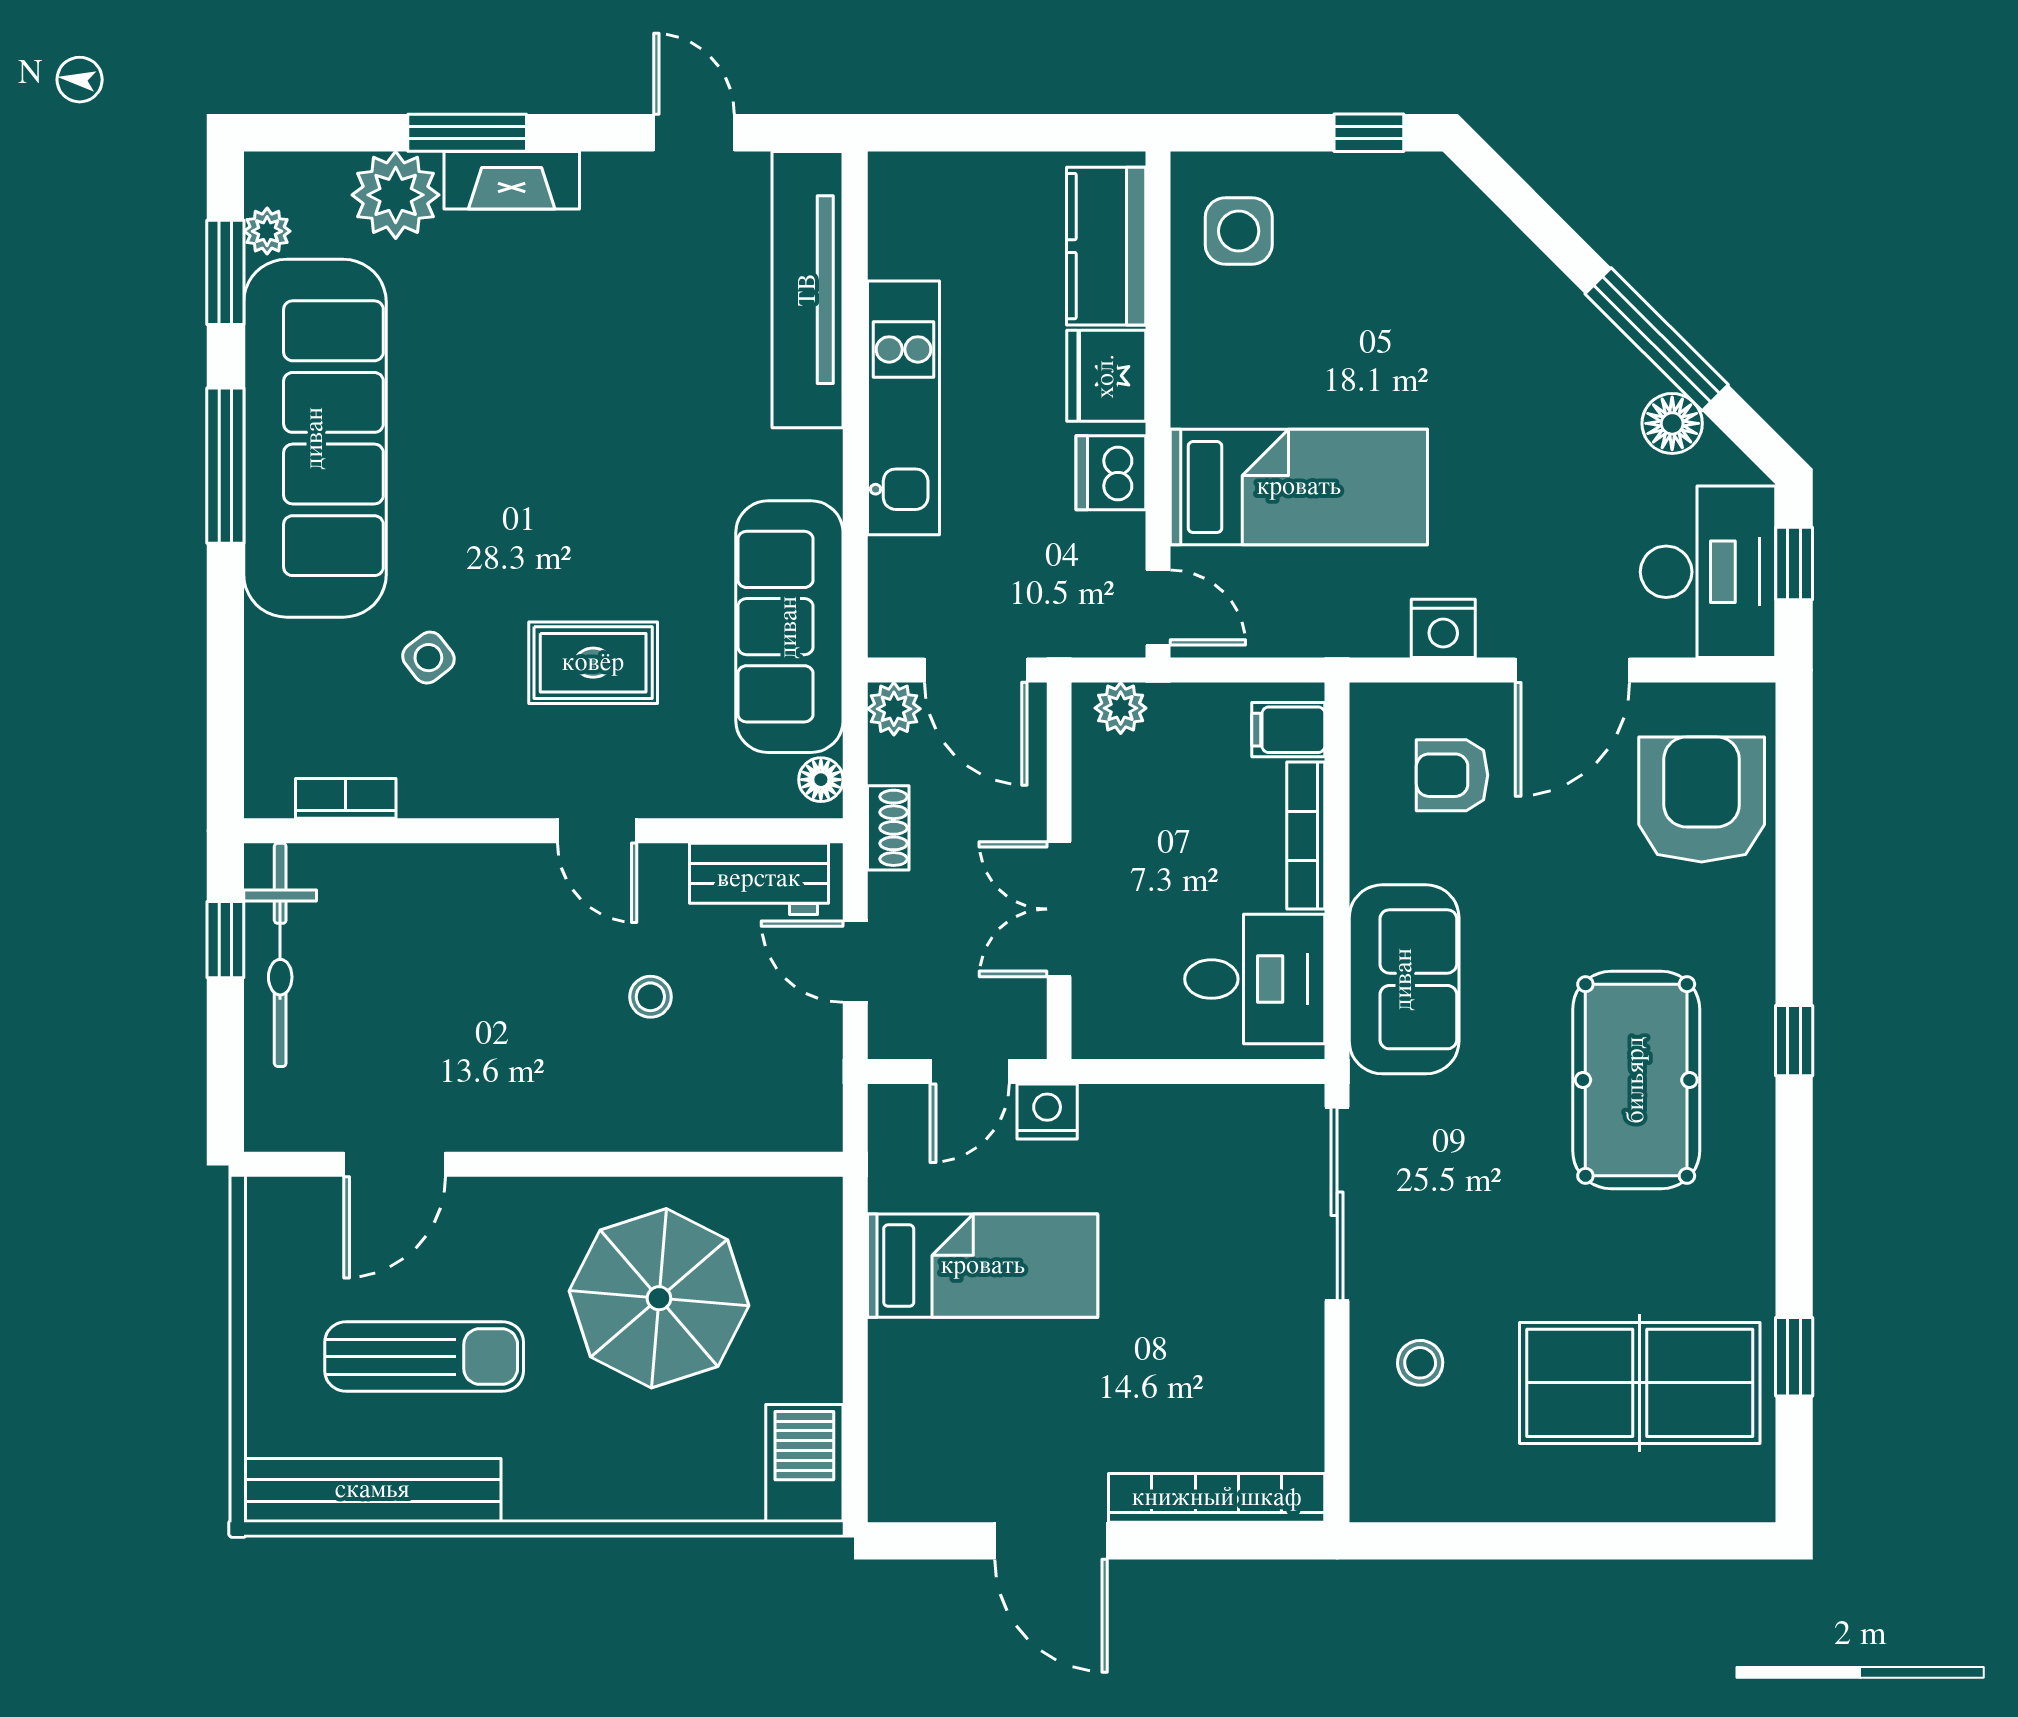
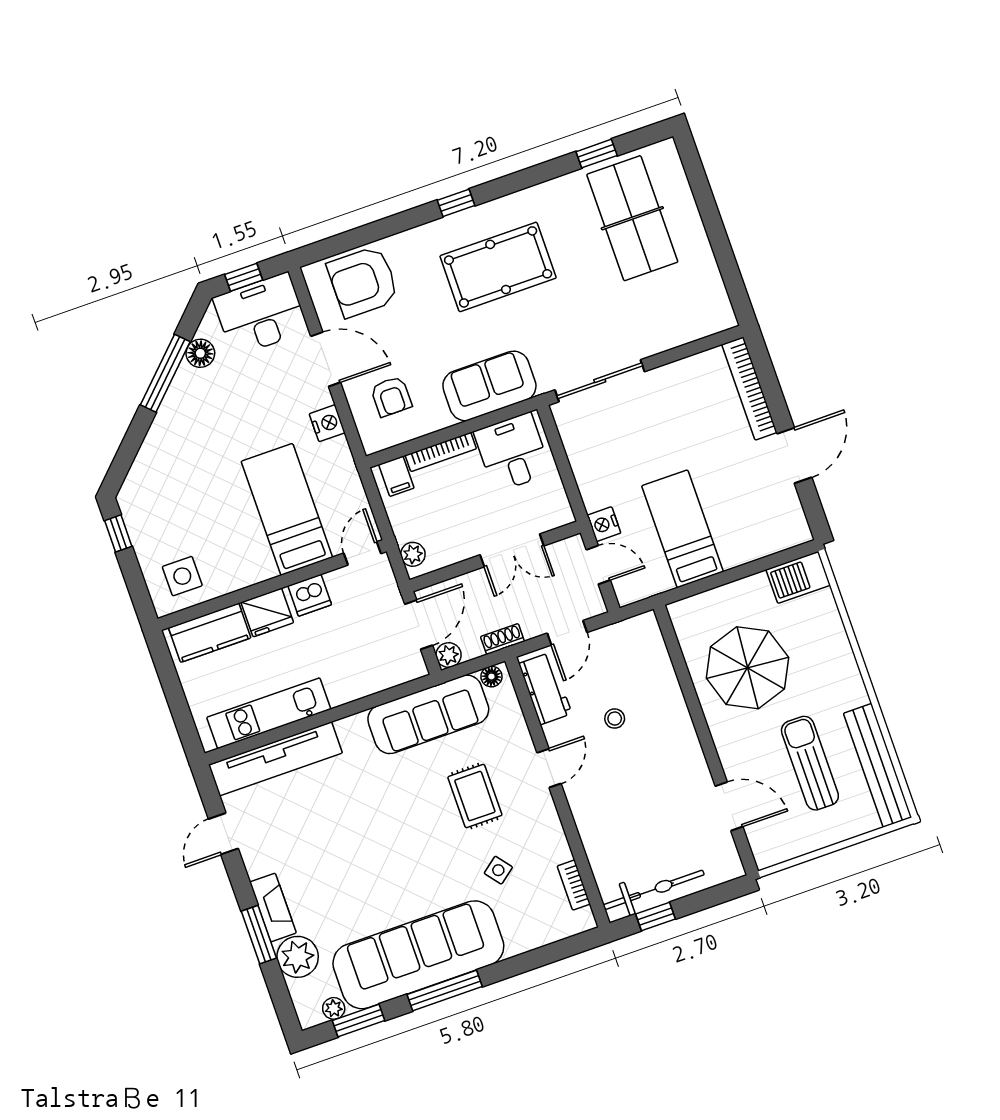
kitchen unit: (903, 408) -> (269, 713), moved
stool: (1420, 1363) -> (658, 319), removed

